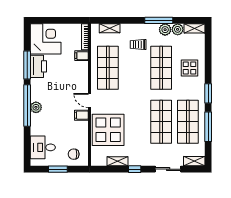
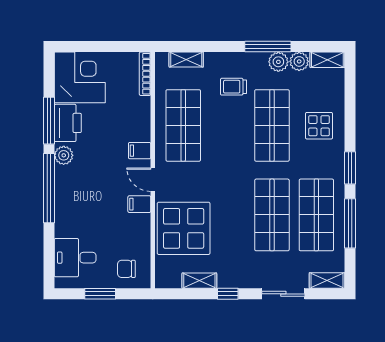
filing cabinet: (82, 56) -> (140, 151), moved
plant: (36, 107) -> (64, 155), moved

